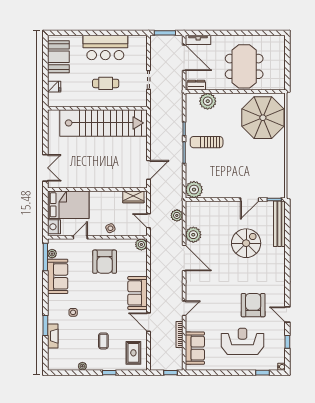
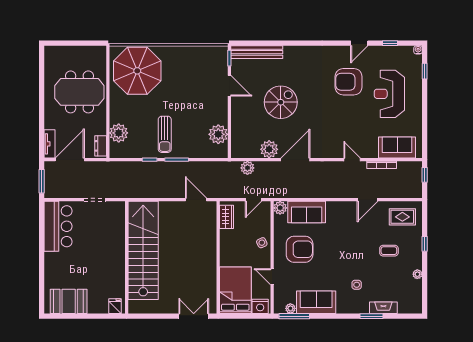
bar counter: (105, 47) -> (58, 226), moved
cafe table: (106, 83) -> (99, 248), removed
fridge: (54, 87) -> (115, 306), moved
plant: (194, 190) -> (218, 134), moved
spiral stairs: (246, 243) -> (281, 102), moved, turned 90
sofa: (138, 293) -> (307, 212), moved

